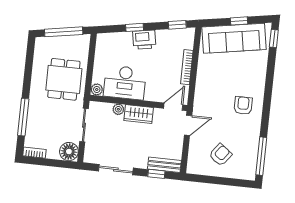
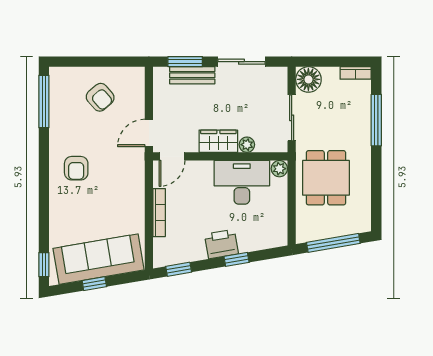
armchair: (220, 155) -> (100, 97), turned -78
bench: (164, 165) -> (192, 75), moved
window: (156, 174) -> (185, 62), width x1.50

